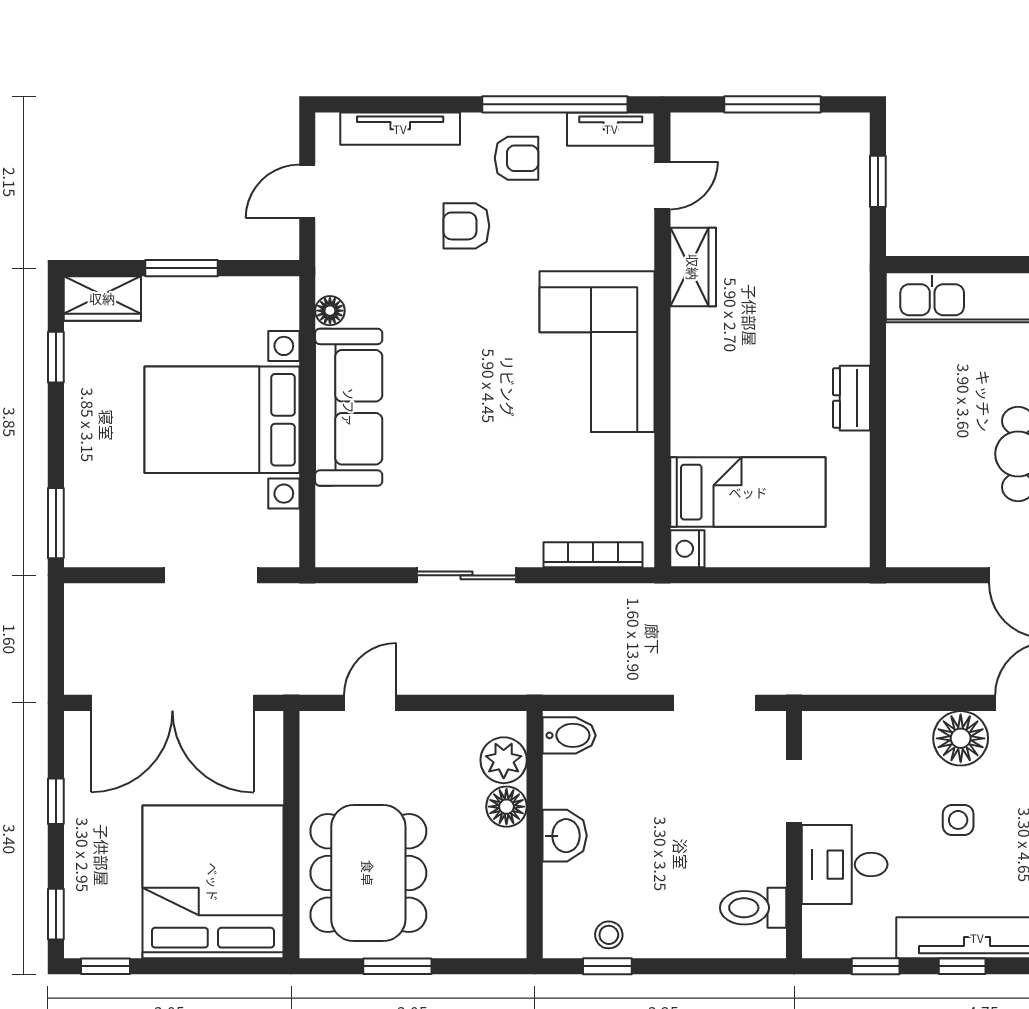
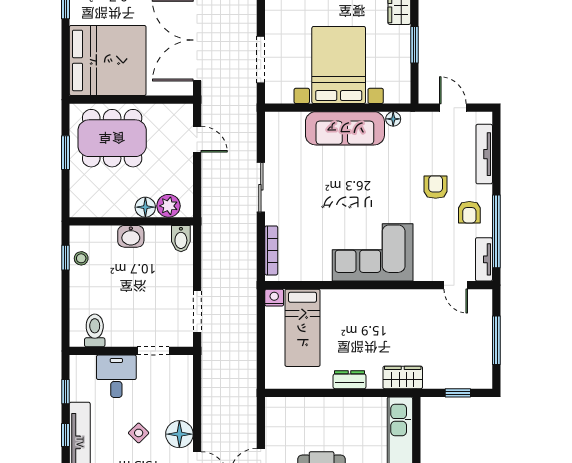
wardrobe: (693, 267) -> (403, 377), moved, turned 180
side table: (958, 820) -> (139, 433), turned 45

